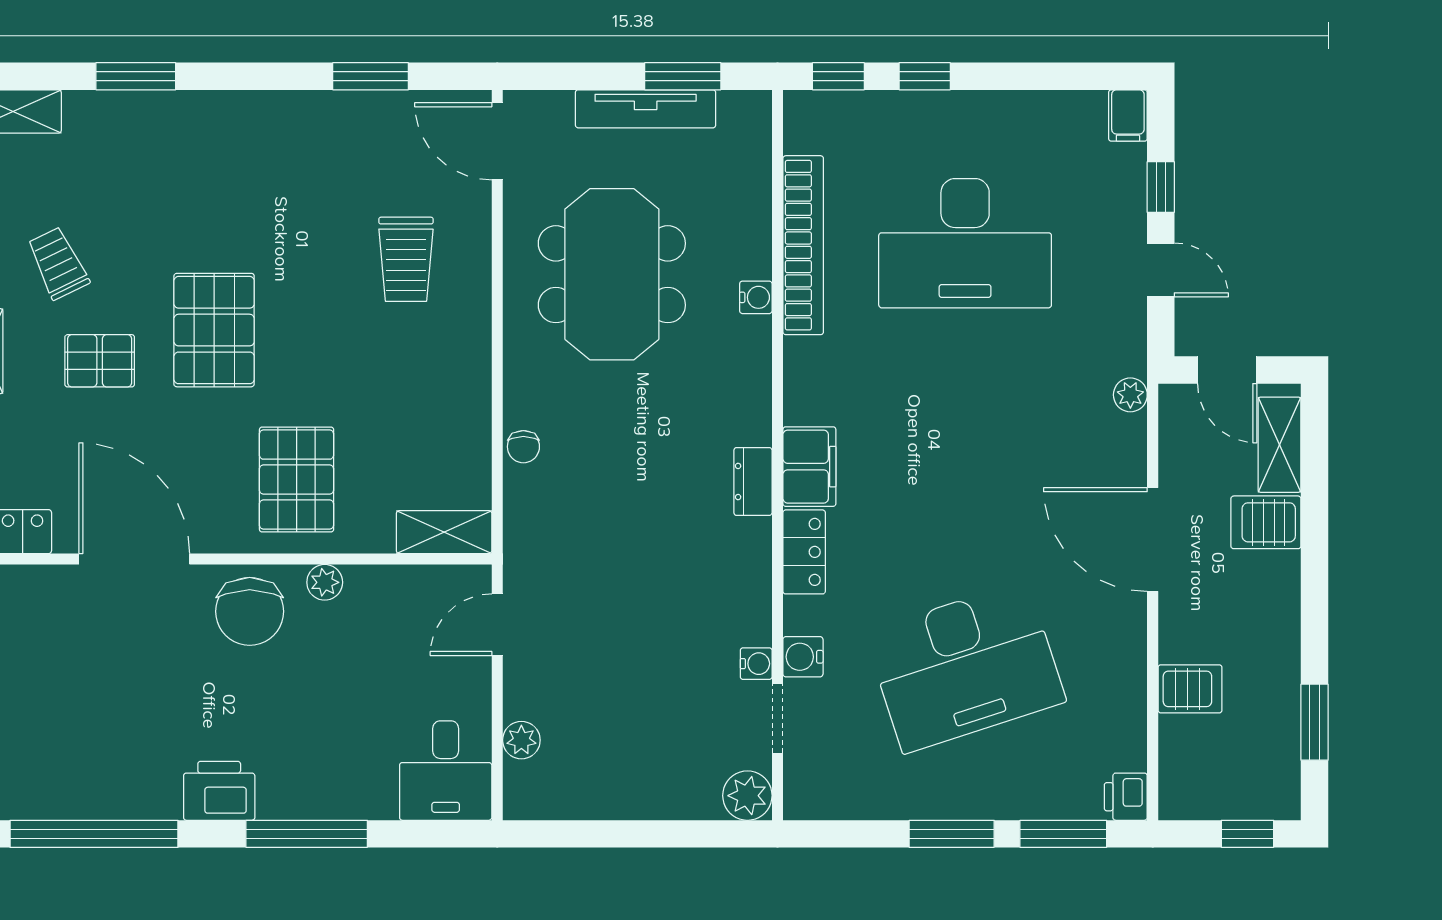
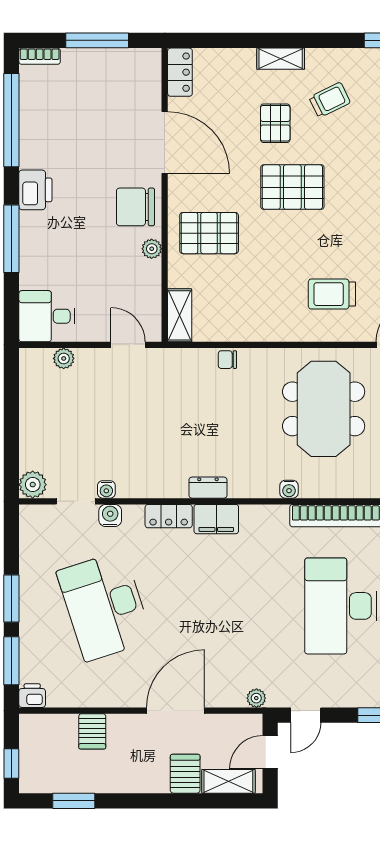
door: (1161, 270) -> (306, 715), moved
meeting table: (612, 274) -> (324, 409), turned 90
water cooler: (756, 297) -> (289, 489), moved
door: (134, 559) -> (165, 143), hinge flipped

